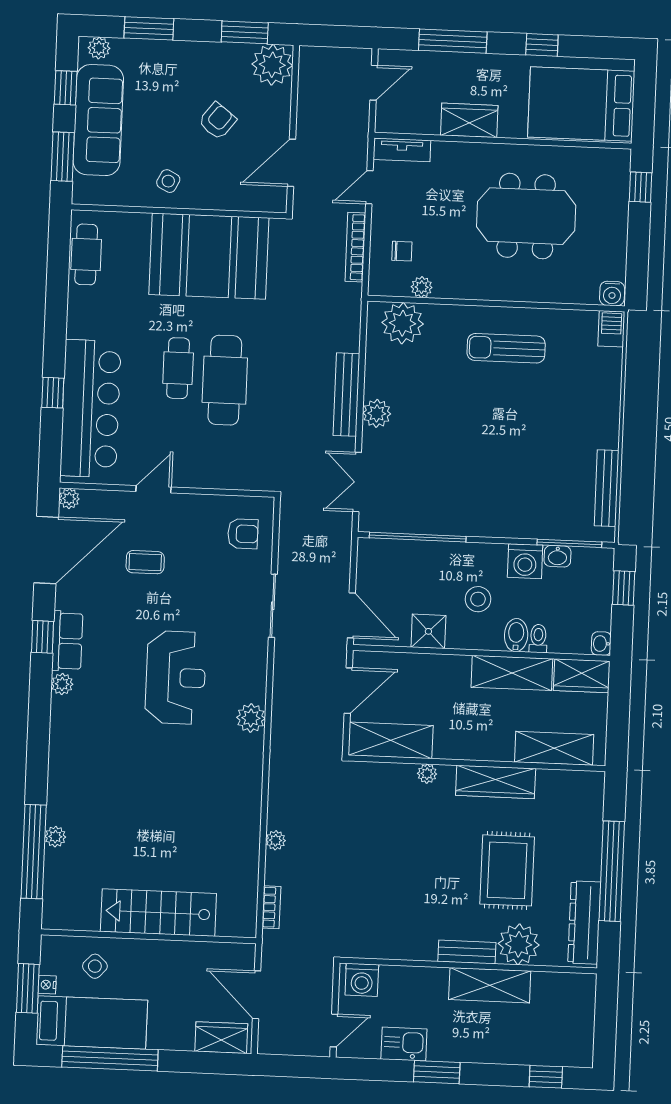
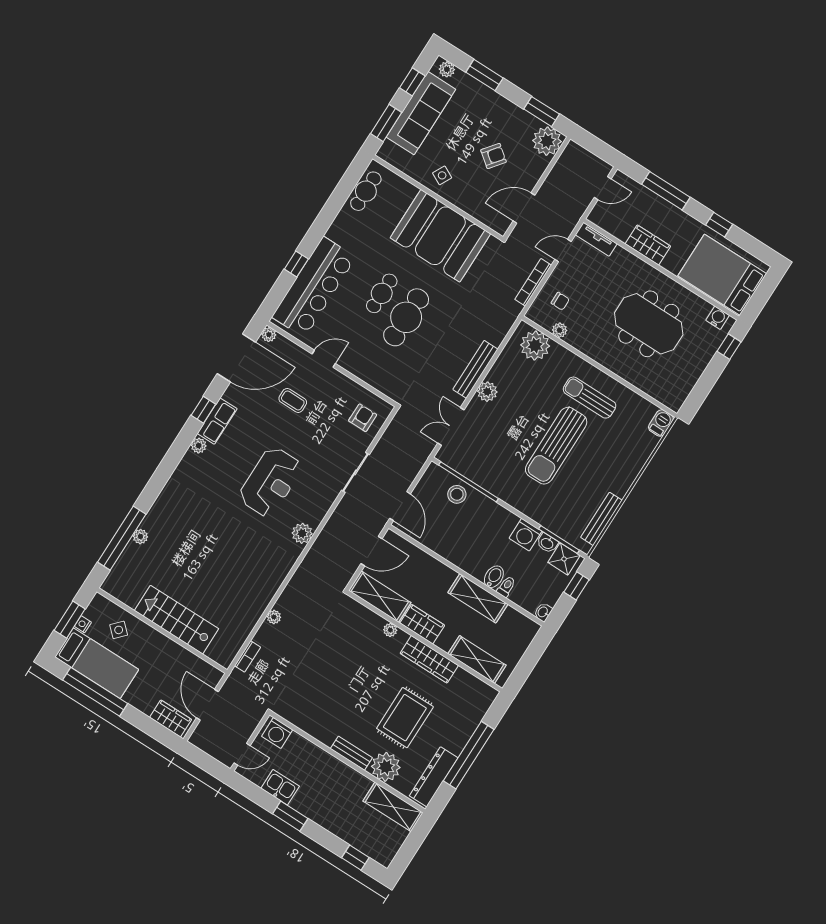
water cooler: (612, 294) -> (718, 318), moved, turned 180
sun lounger: (499, 431) -> (556, 446), added
armchair: (243, 534) -> (363, 418), turned -90
stool: (478, 599) -> (457, 494), moved
shower: (428, 631) -> (564, 559), moved
wardrobe: (582, 676) -> (422, 624), moved, turned 180
shelving: (490, 985) -> (393, 807), moved

